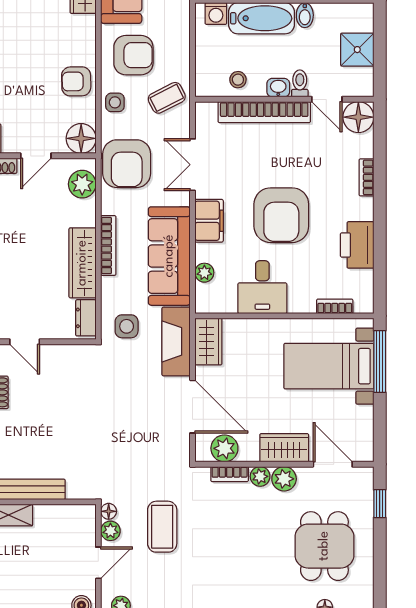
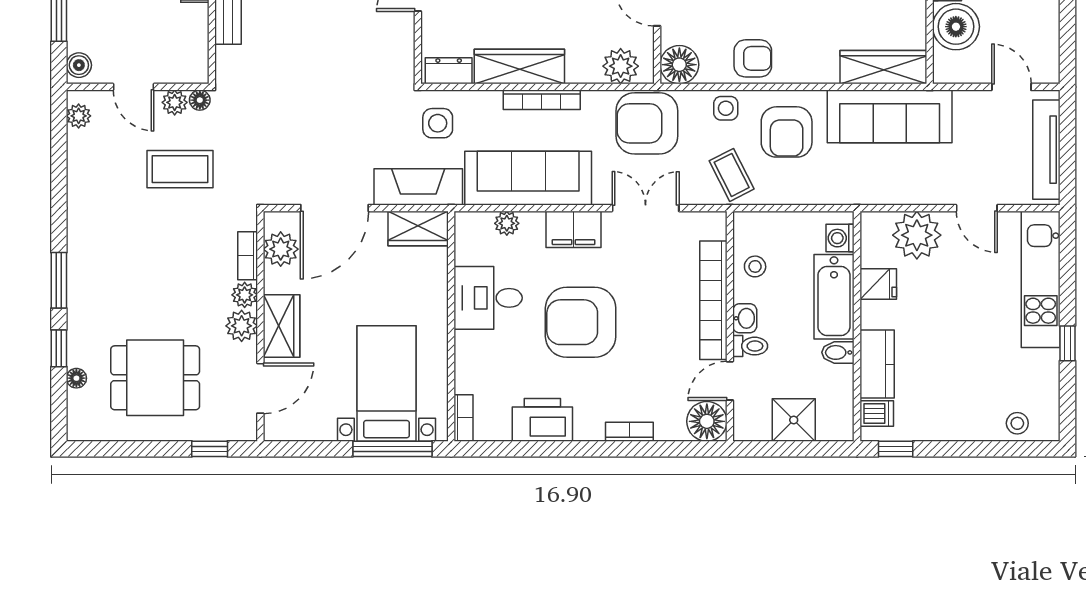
armchair: (76, 81) -> (753, 58), turned 91
bookcase: (335, 306) -> (464, 418), moved

